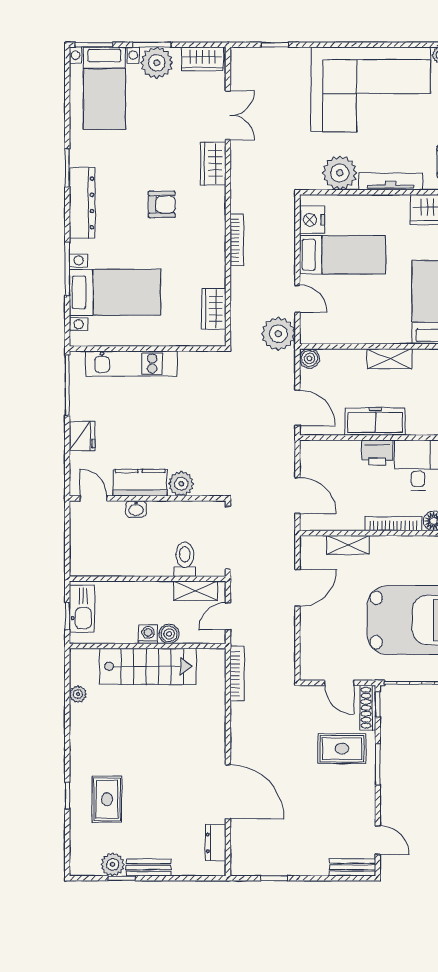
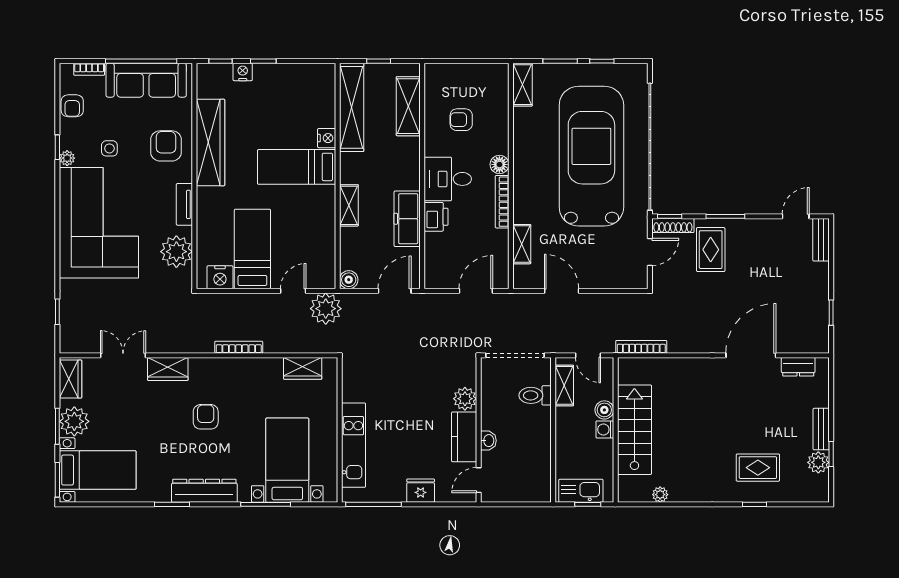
tv unit: (391, 181) -> (184, 204), width x0.71

